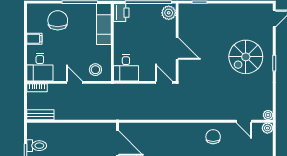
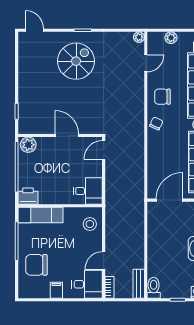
door: (177, 48) -> (67, 136), hinge flipped
spiral stairs: (246, 57) -> (76, 61), turned -90
door: (74, 82) -> (104, 261), moved
plant: (267, 128) -> (171, 38), moved
chair: (188, 131) -> (156, 123), added
toilet: (37, 146) -> (154, 288), moved

